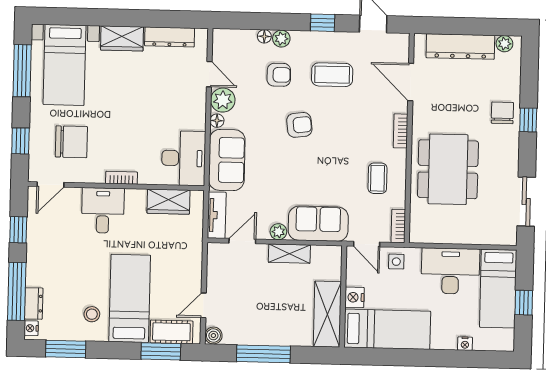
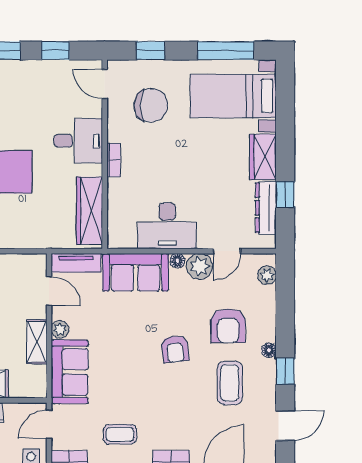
window: (158, 19) -> (285, 194), added
floor lamp: (264, 36) -> (269, 350), moved
plant: (281, 39) -> (267, 275), moved
armchair: (279, 75) -> (228, 326), width x1.38, depth x1.38
chair: (71, 142) -> (151, 105), turned -90
desk: (184, 158) -> (167, 226), moved
wardrobe: (168, 202) -> (89, 211), width x1.50

